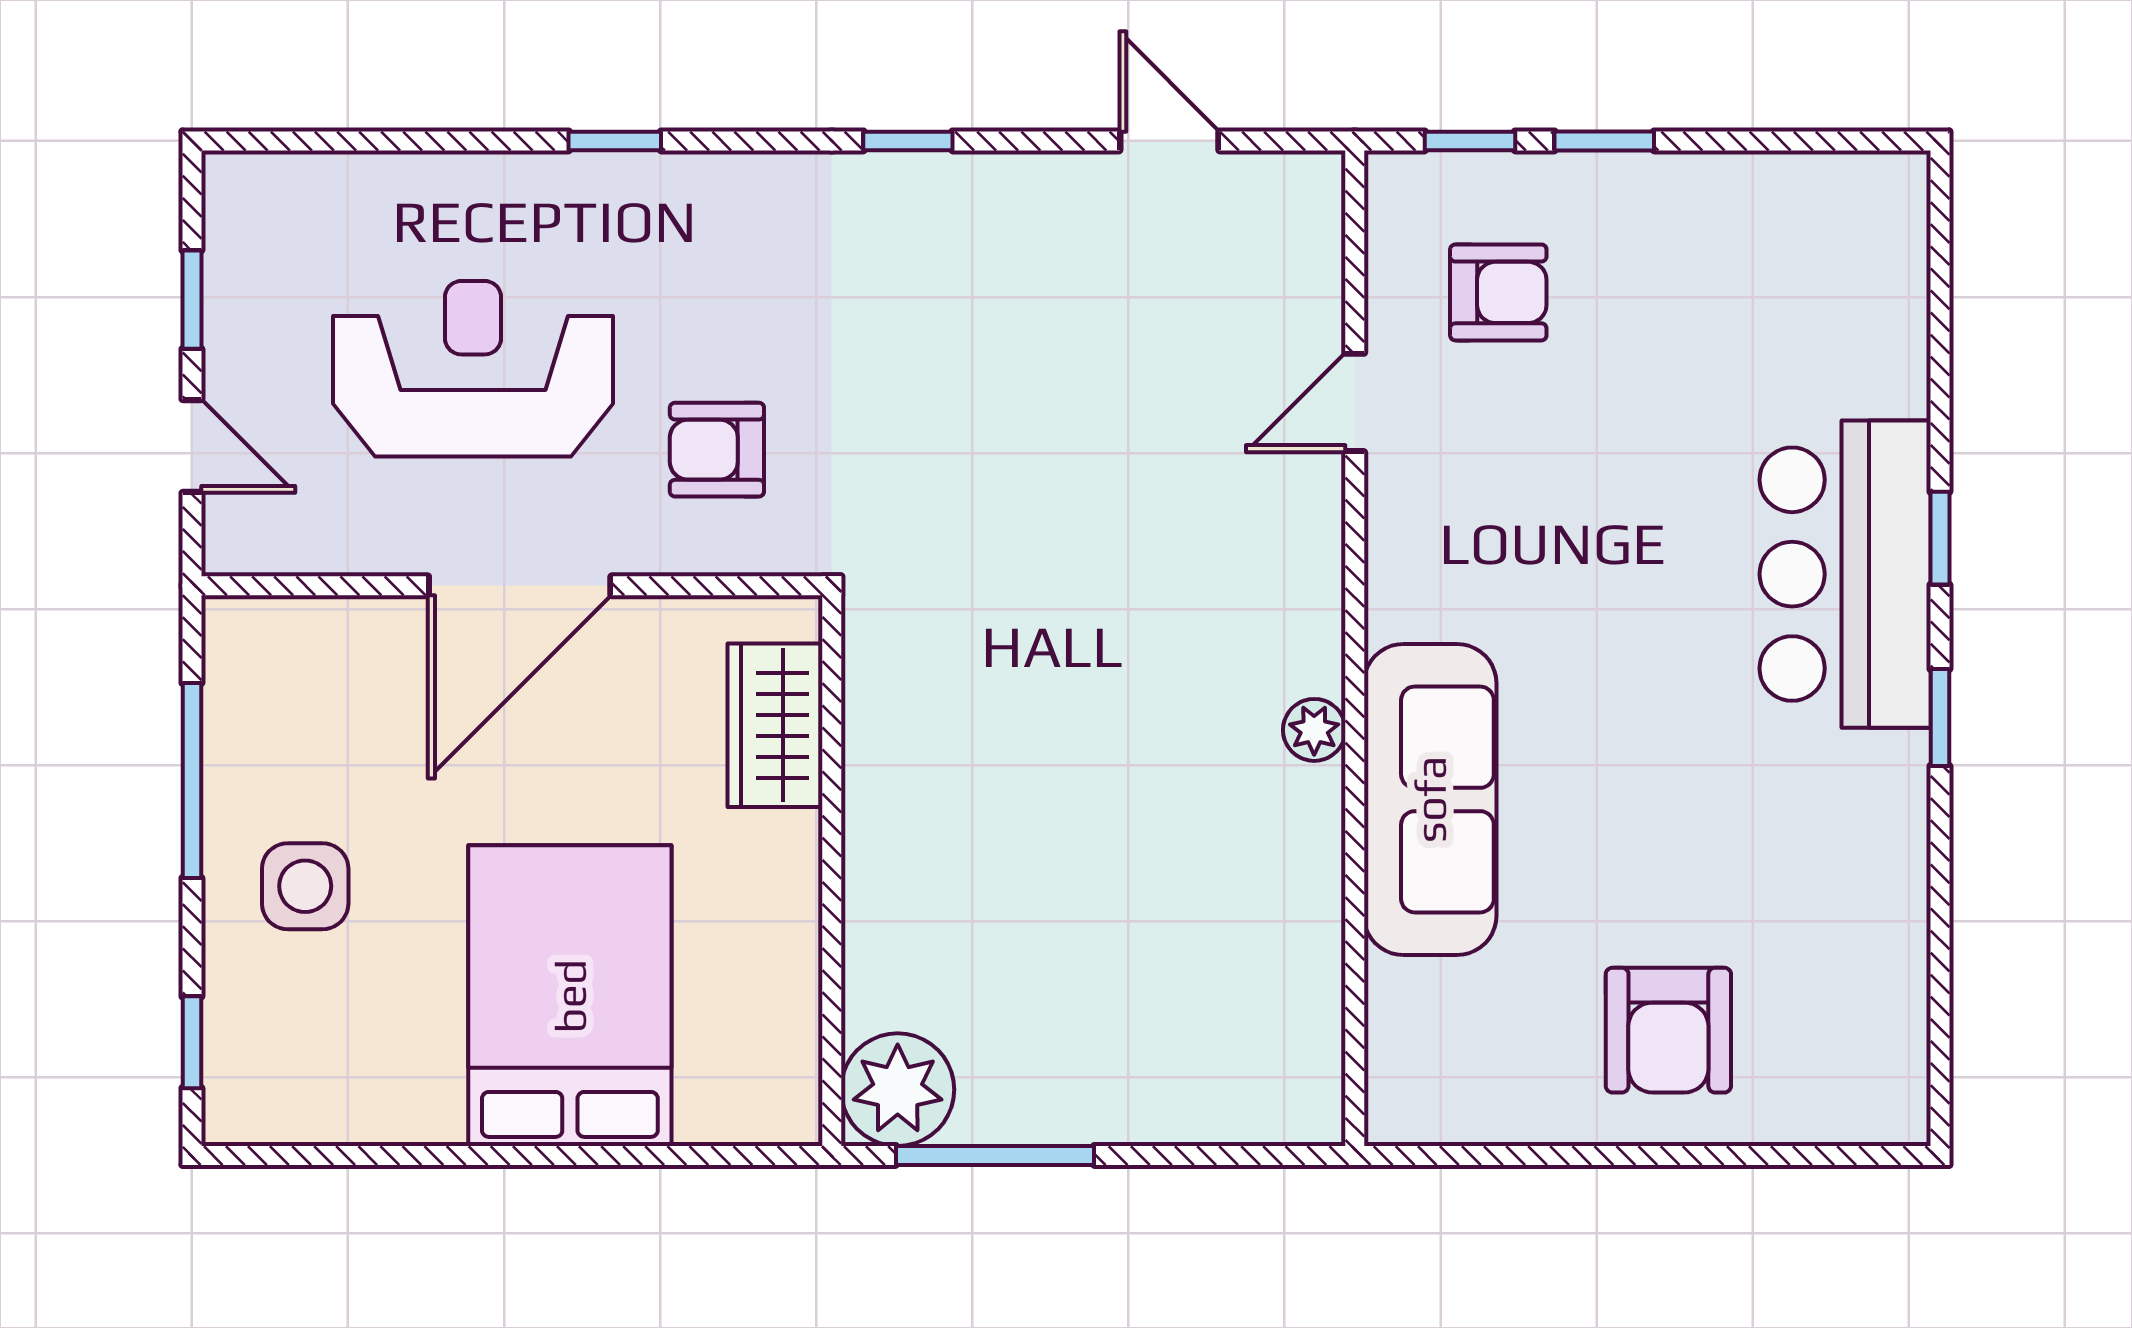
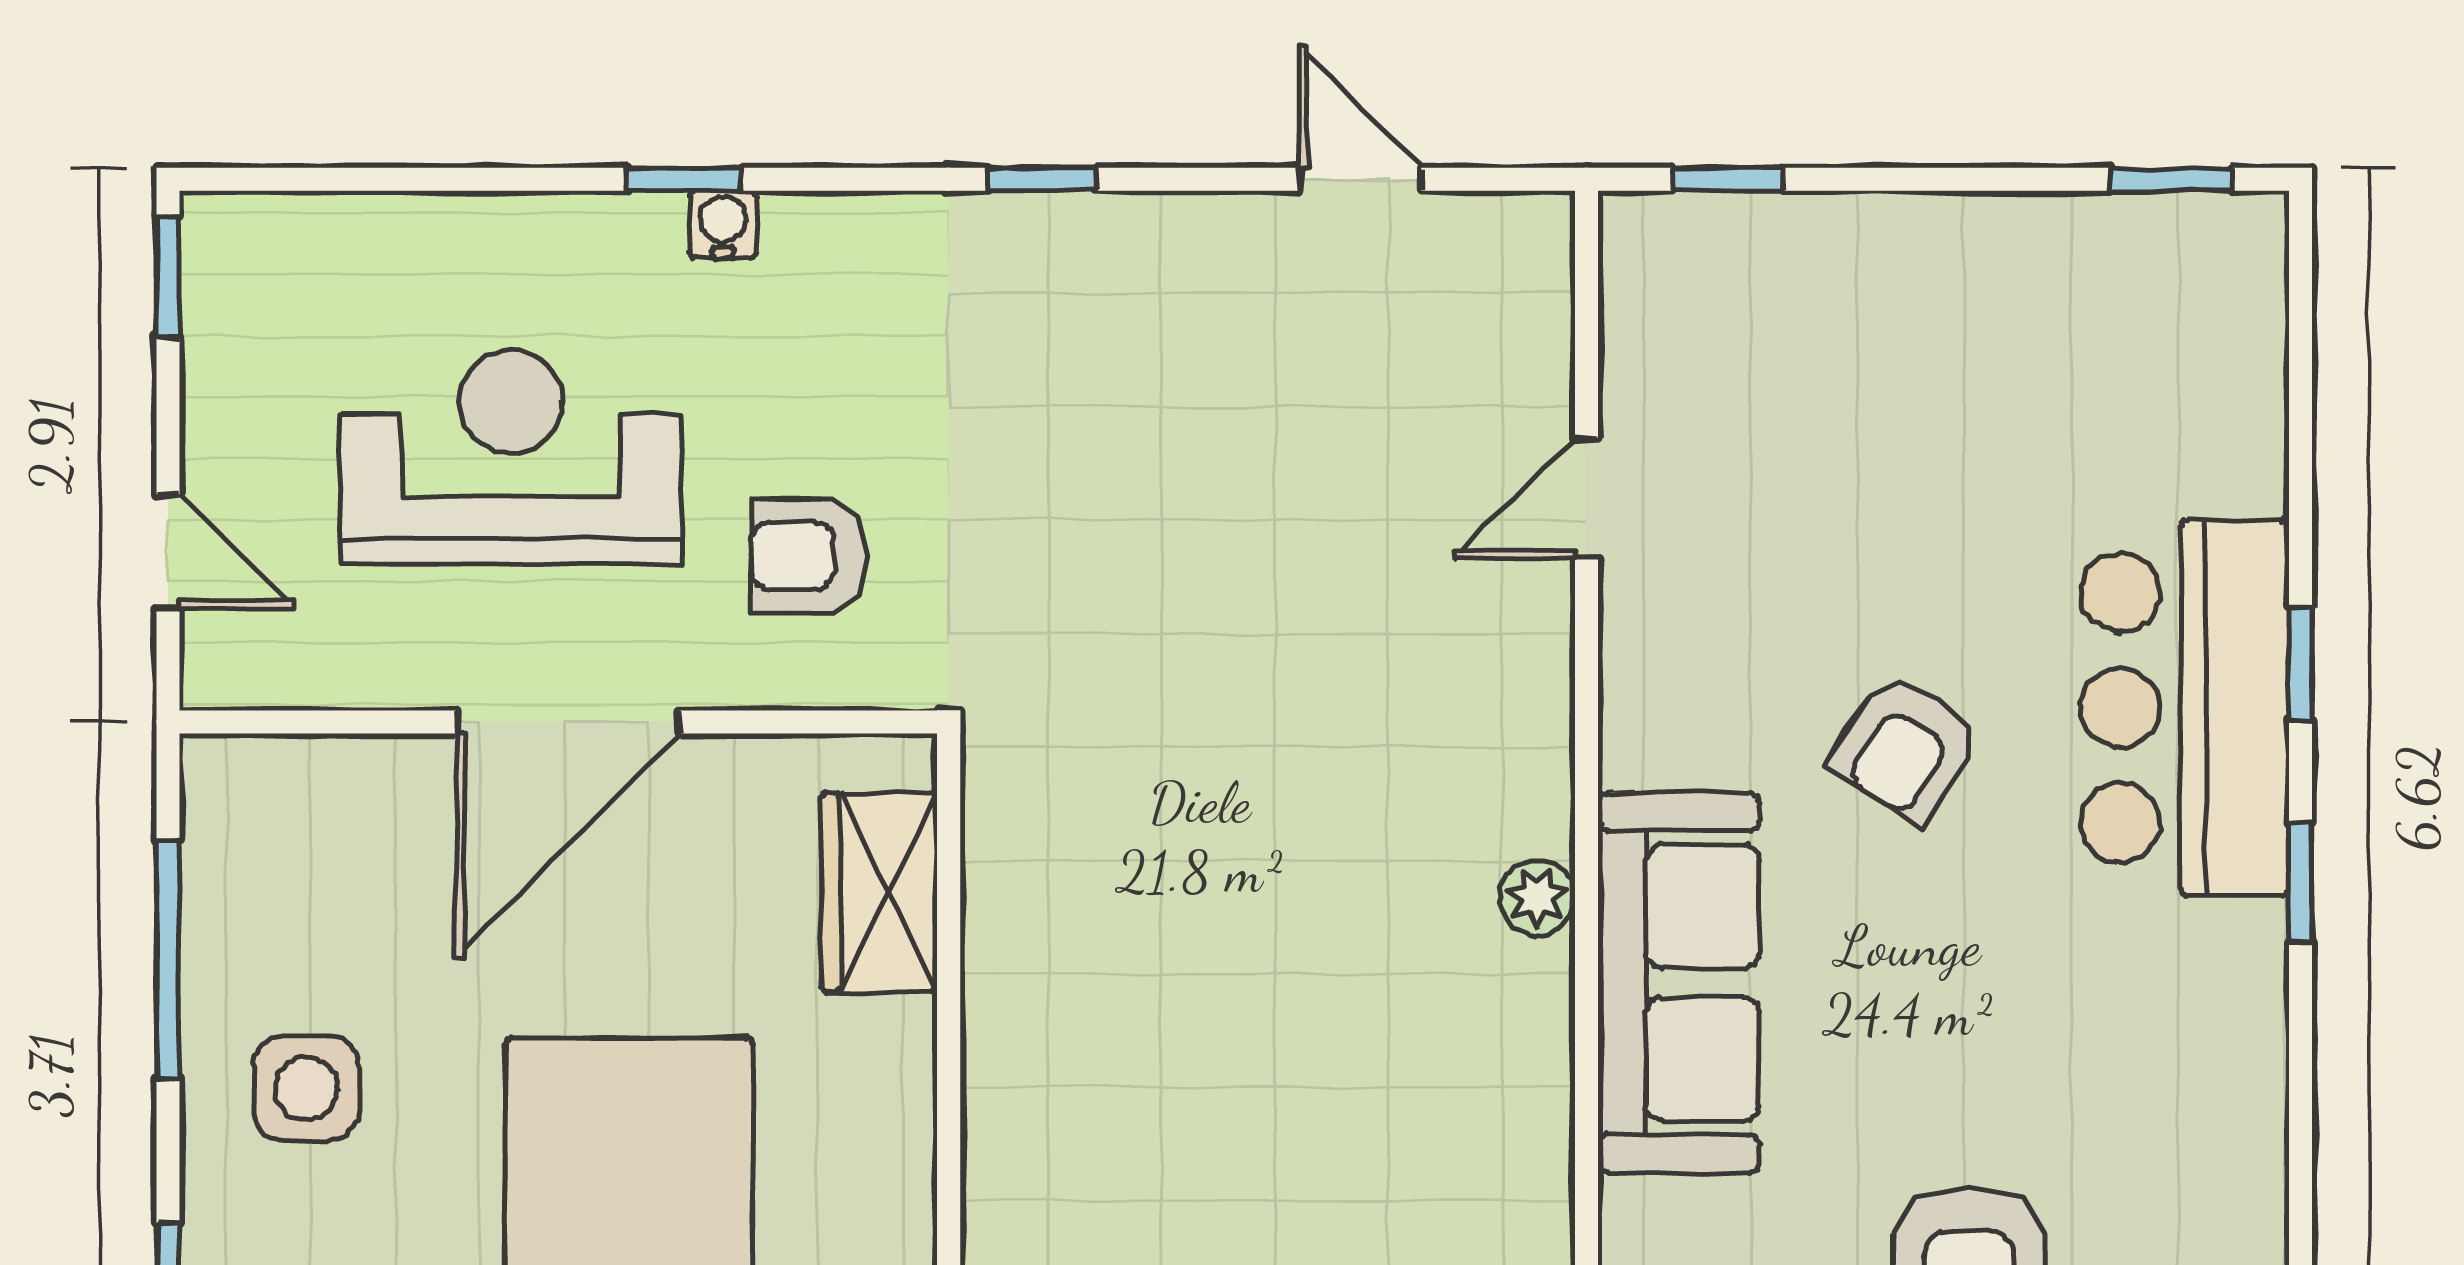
window: (1604, 141) -> (2171, 179), moved
water cooler: (647, 178) -> (723, 224), added
armchair: (1498, 292) -> (1907, 748), moved, turned 123
window: (192, 300) -> (168, 277), moved

